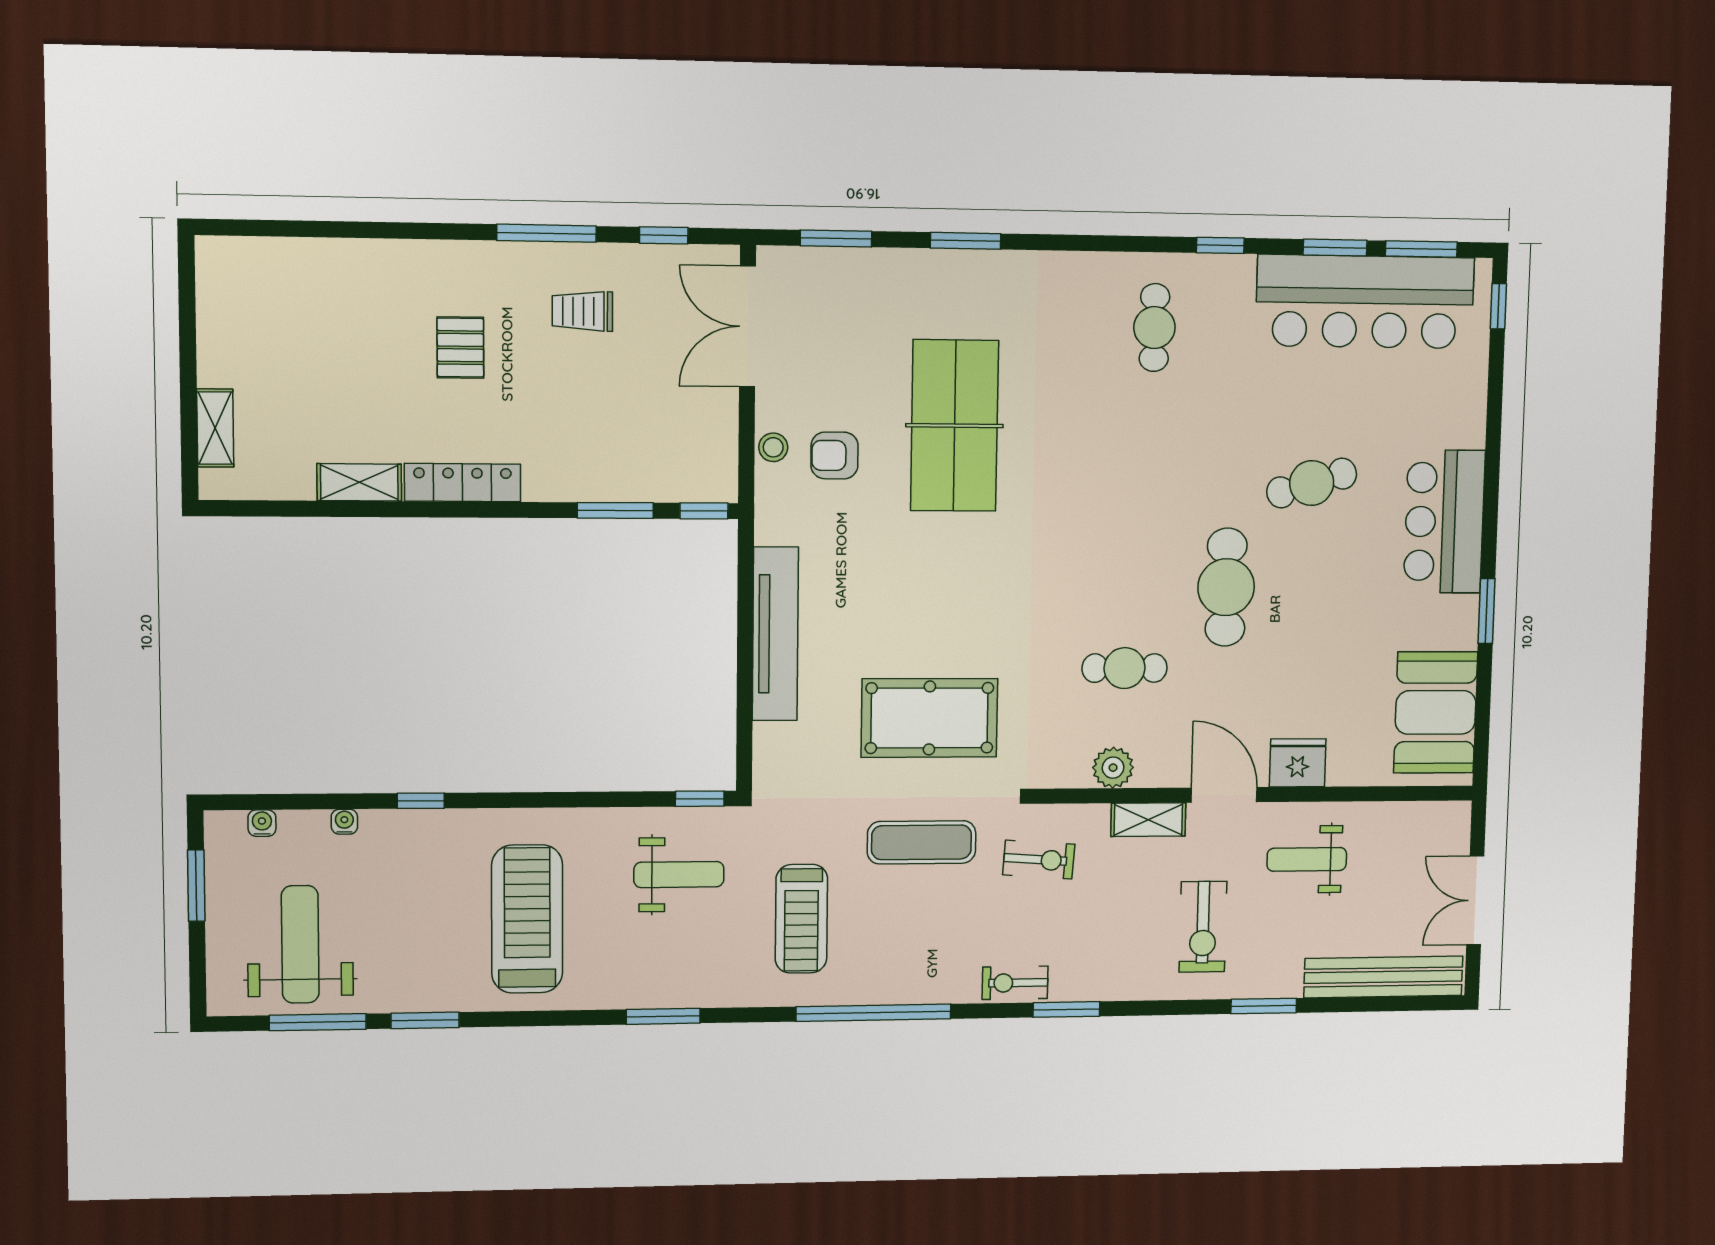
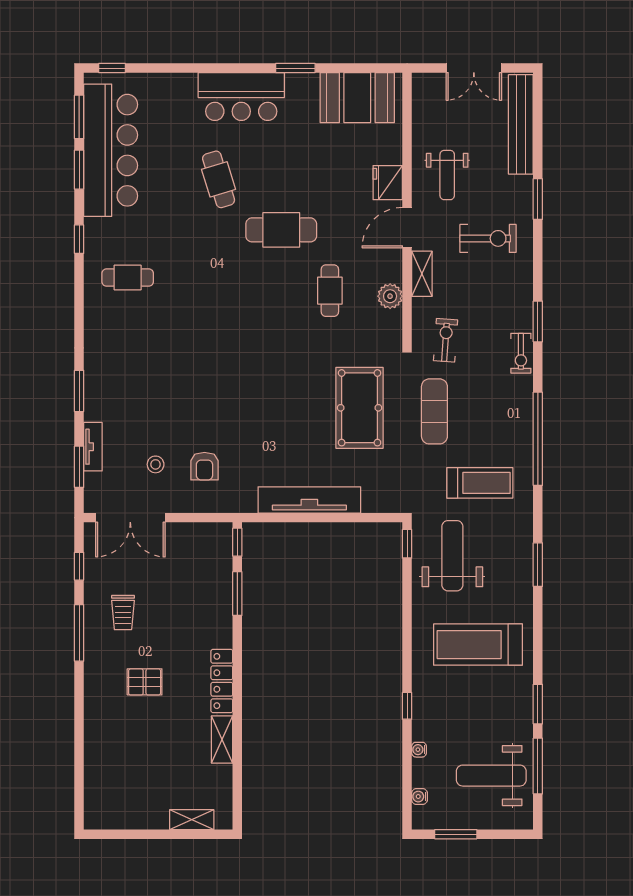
tv unit: (870, 263) -> (93, 447), added
table tennis table: (954, 426) -> (186, 396), removed
stool: (773, 447) -> (156, 464), moved
weight bench: (679, 875) -> (452, 556), width x1.36, depth x1.33

